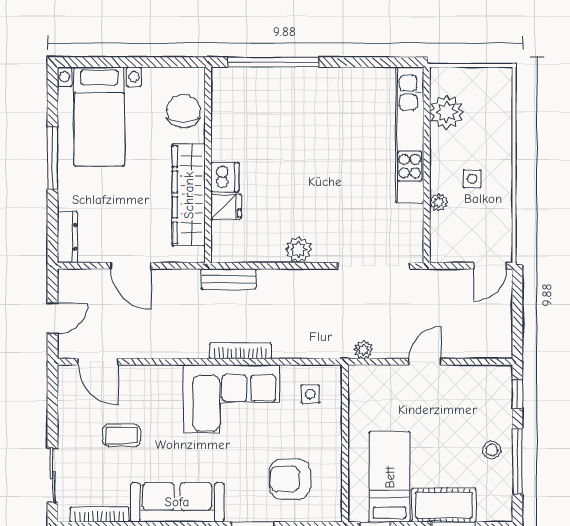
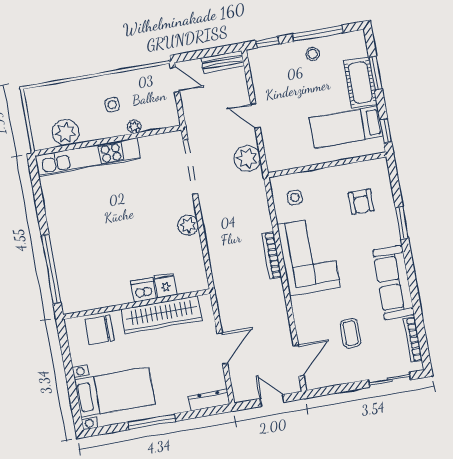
bench: (229, 279) -> (223, 62), moved, turned 90
plant: (363, 350) -> (247, 158), width x1.88, depth x1.88
armchair: (290, 479) -> (361, 202), width x0.72, depth x0.72

